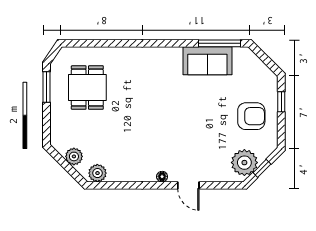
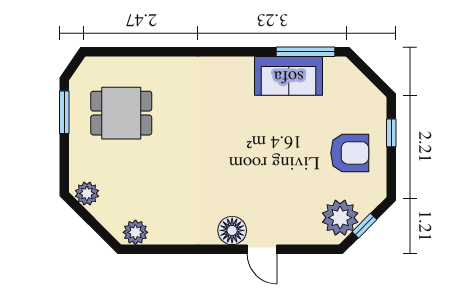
dining table: (87, 88) -> (121, 113), turned 90
plant: (74, 156) -> (87, 193), moved
floor lamp: (162, 177) -> (232, 230), width x1.89, depth x1.89

